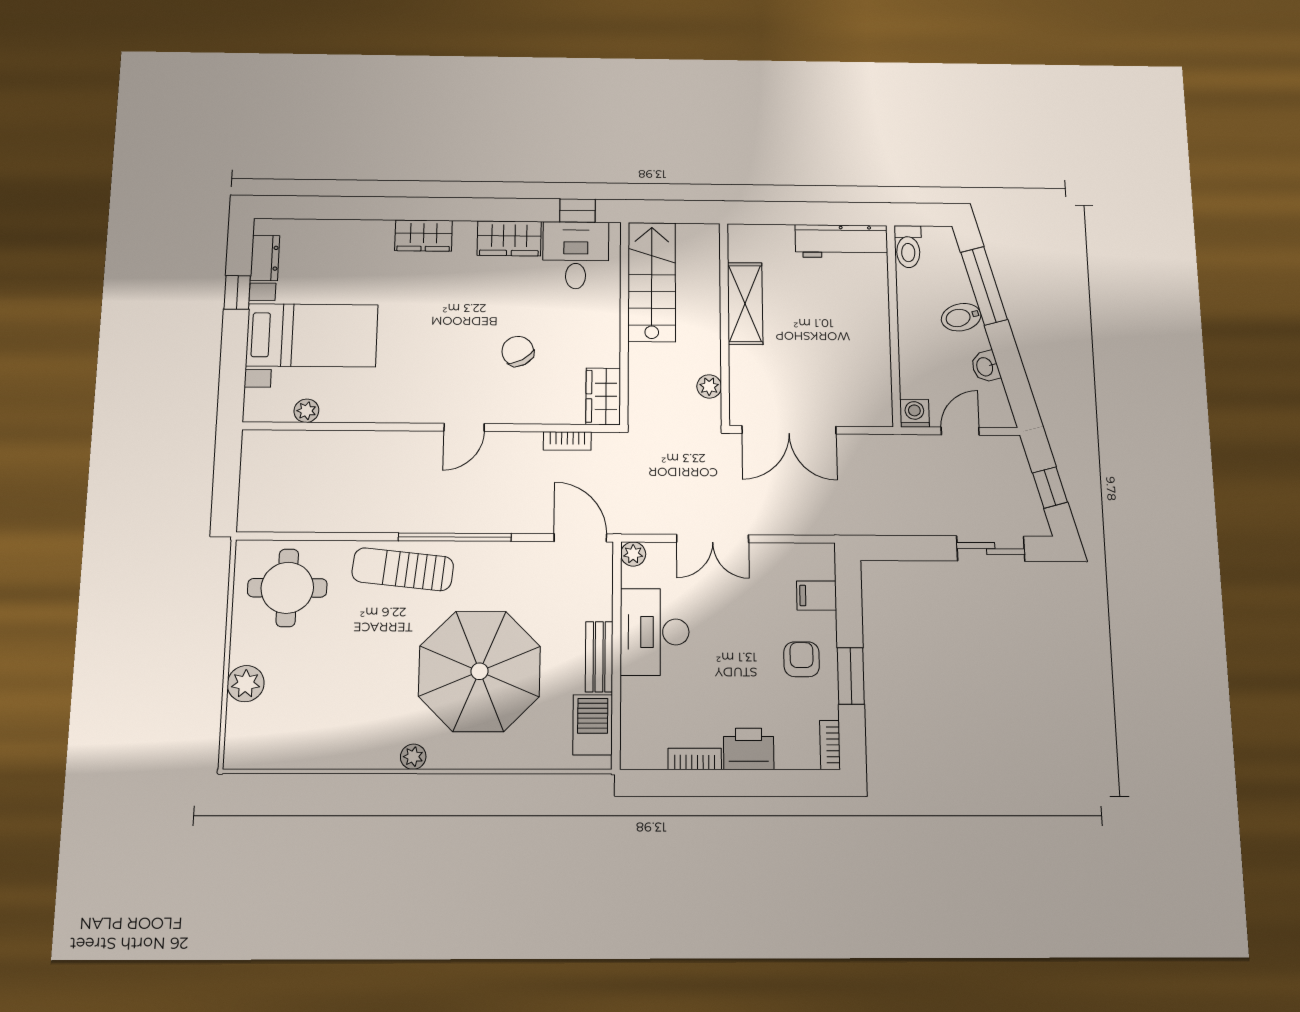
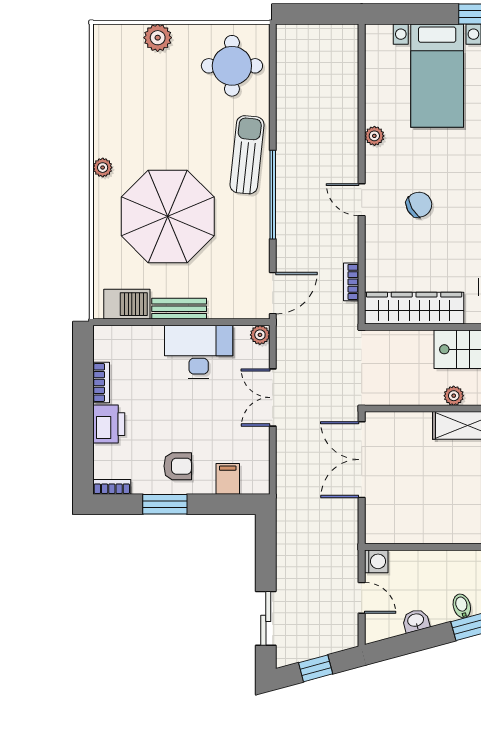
bidet: (961, 317) -> (462, 606), width x0.72, depth x0.74
chair: (518, 351) -> (419, 205), moved
plant: (709, 386) -> (454, 396), moved
wardrobe: (603, 396) -> (414, 308), width x2.10, depth x1.17
plant: (306, 411) -> (374, 136), moved

